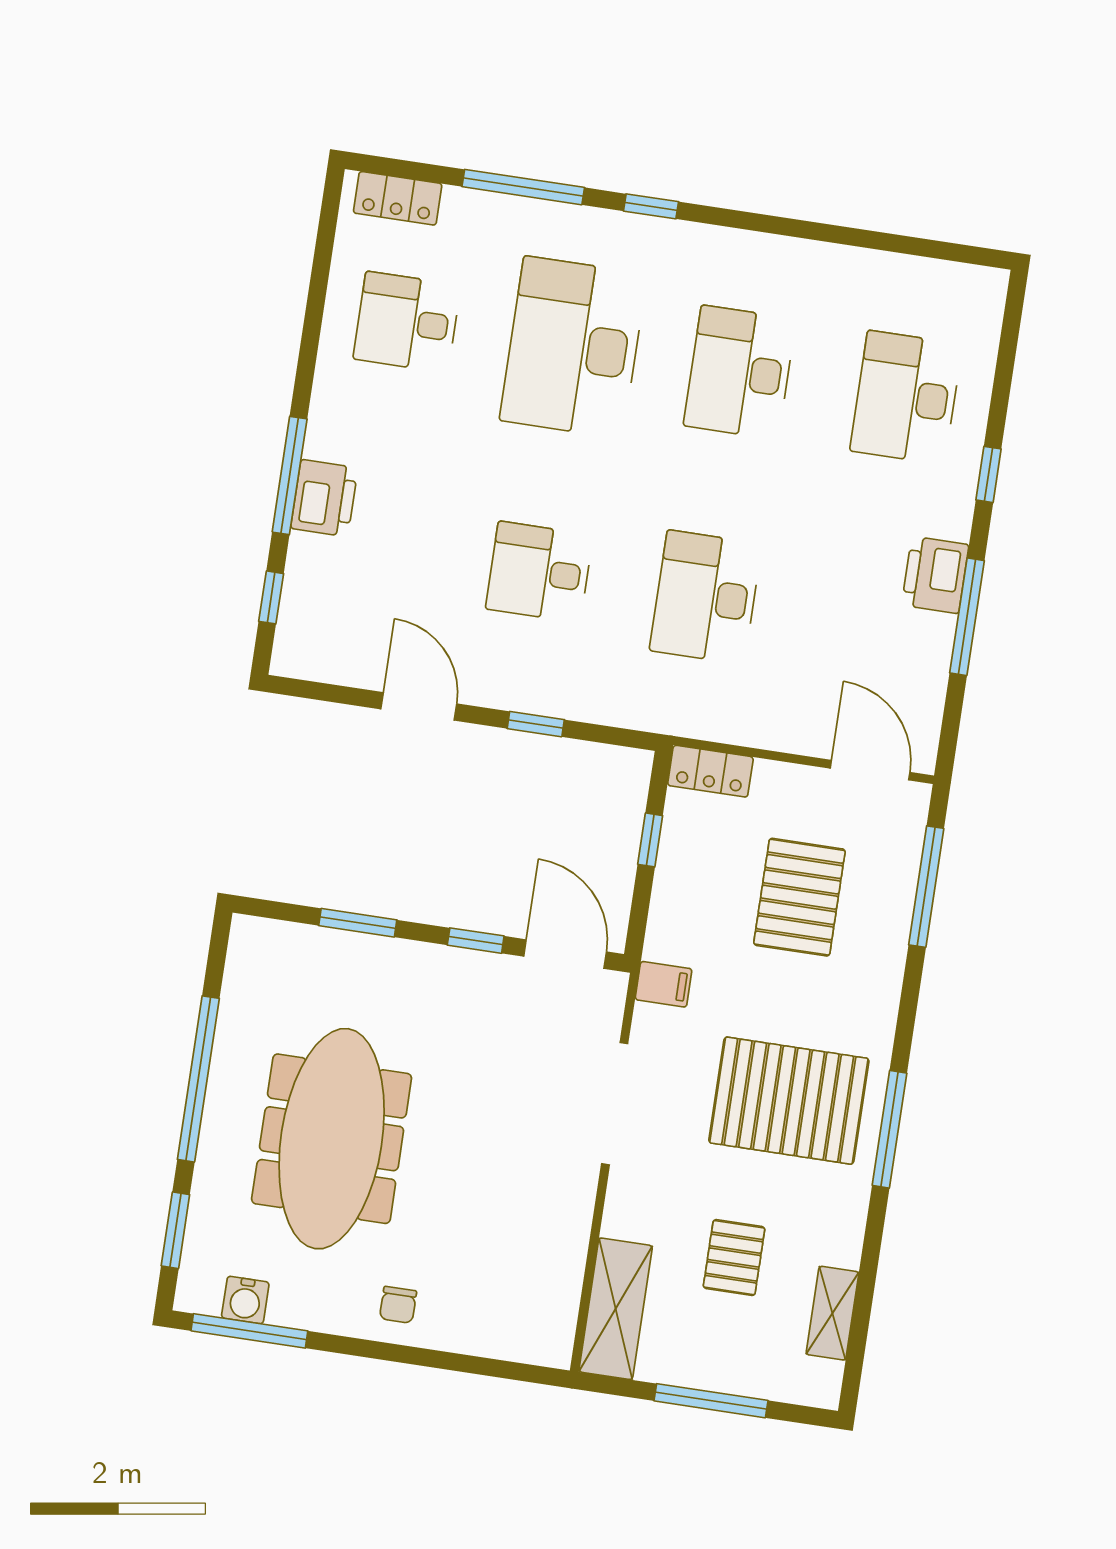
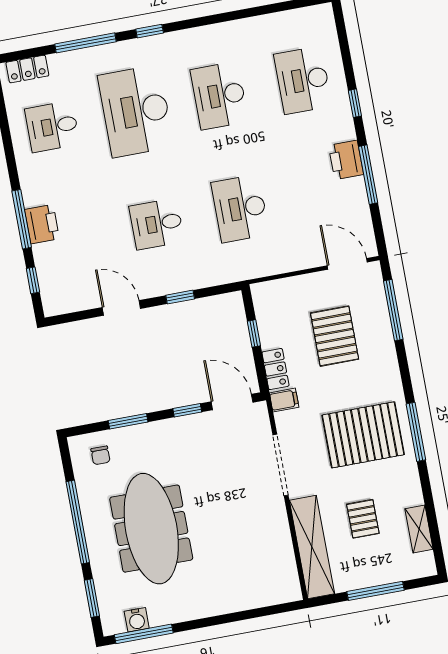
locker: (710, 771) -> (275, 369), moved, turned -90
chair: (398, 1305) -> (100, 455), moved
shelving: (616, 1309) -> (312, 547), width x1.47

